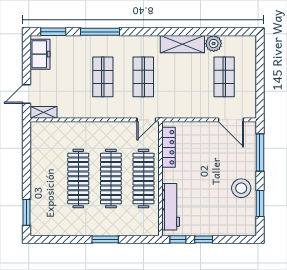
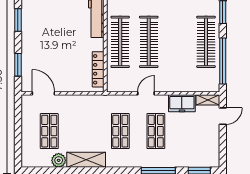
freezer: (40, 54) -> (182, 103), moved, turned -90
door: (146, 120) -> (146, 93), moved
window: (260, 152) -> (18, 65), width x0.69
window: (27, 157) -> (223, 61), added
clothes rail: (78, 179) -> (206, 42), moved
stool: (241, 188) -> (34, 33), removed

